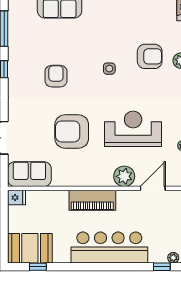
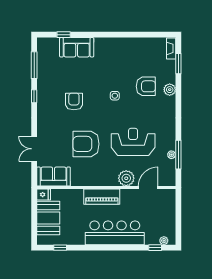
booth: (30, 248) -> (48, 218), moved, turned 90

